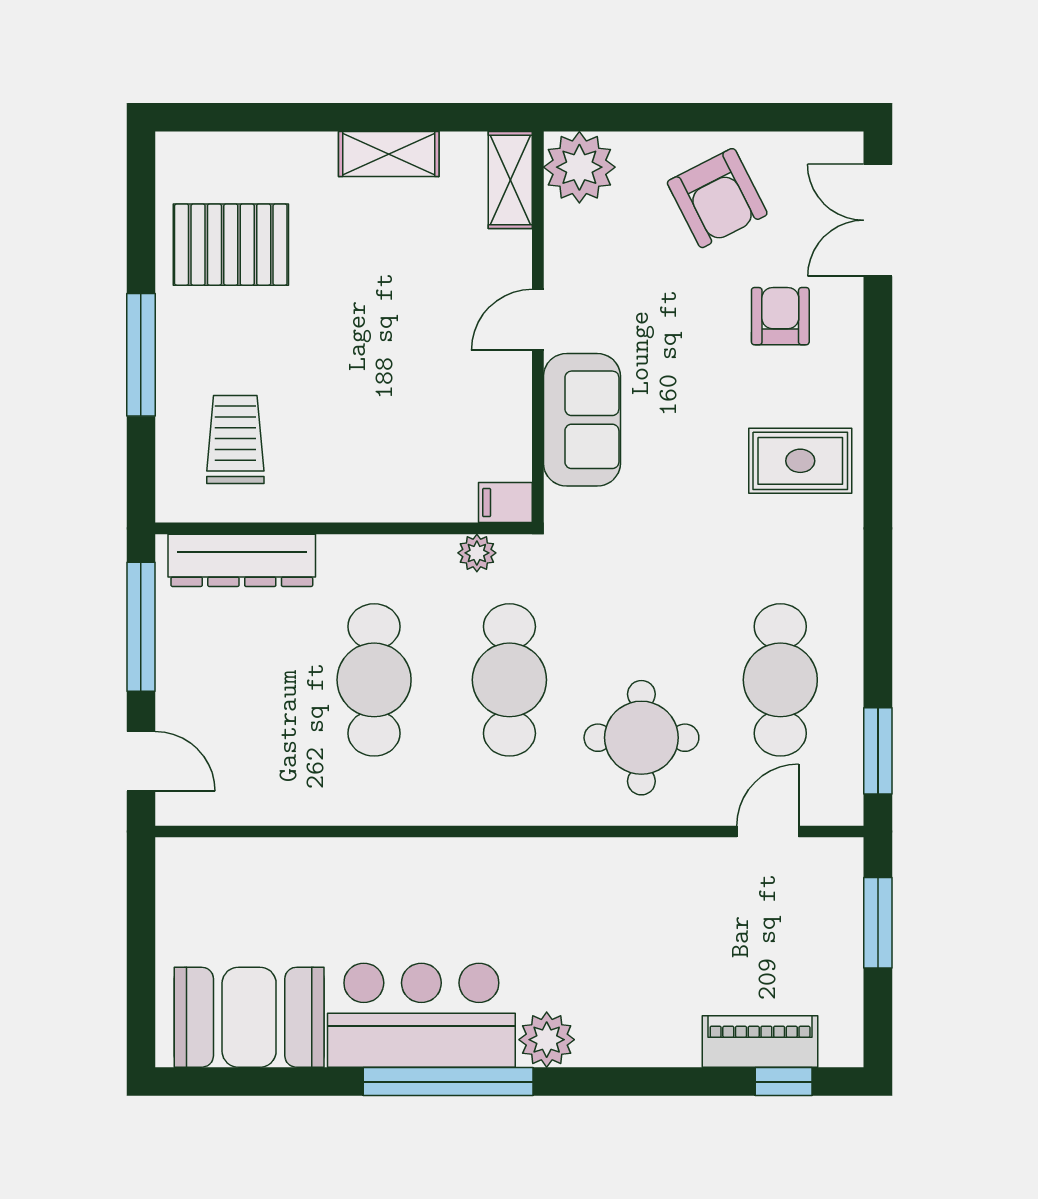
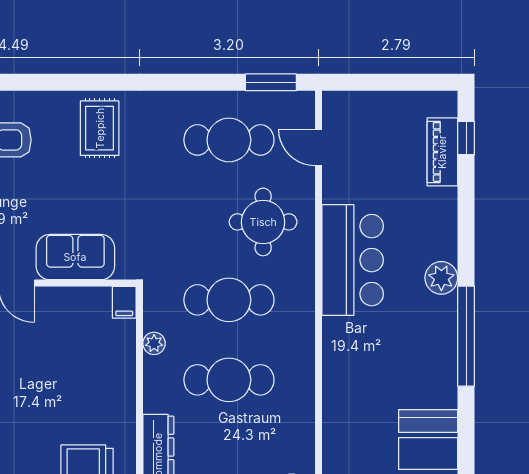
plant: (477, 553) -> (154, 343), moved
window: (878, 923) -> (372, 82), removed
bar counter: (421, 1015) -> (353, 260), moved, turned 180

